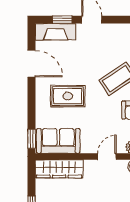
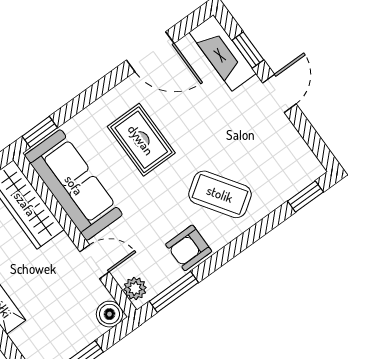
door: (31, 64) -> (150, 52), hinge flipped
sofa: (58, 141) -> (74, 185), width x1.36

